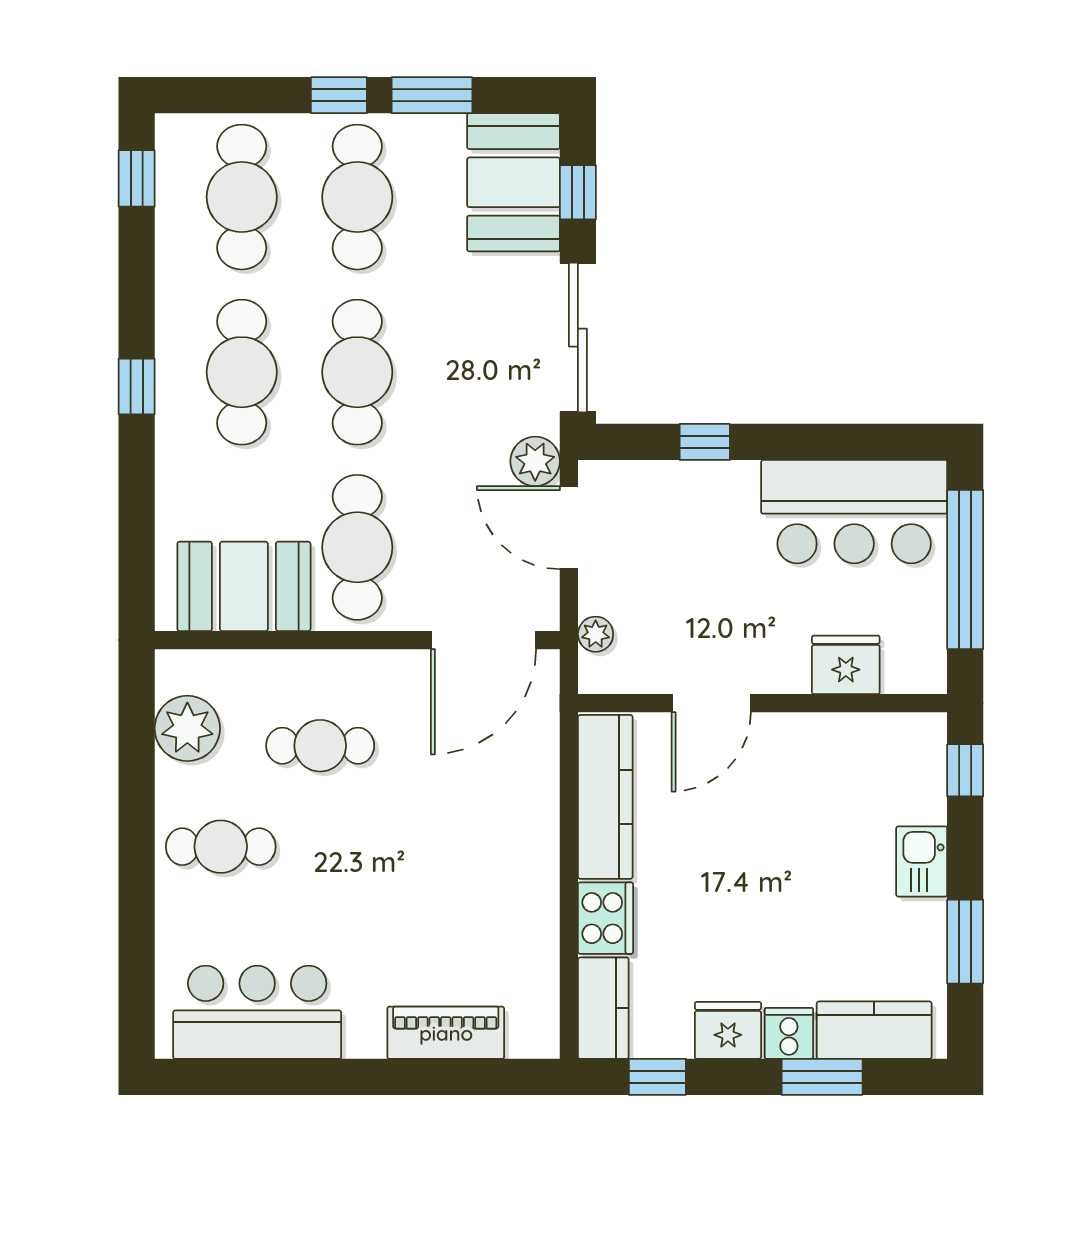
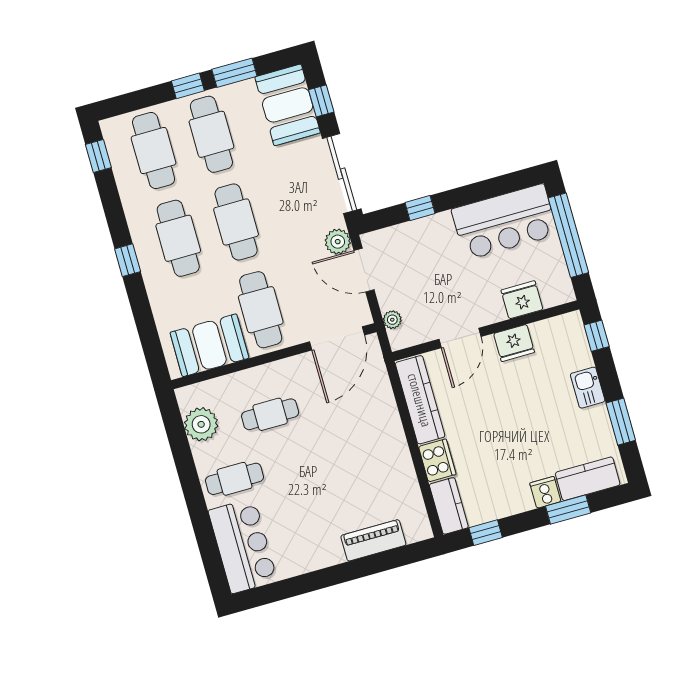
bar counter: (257, 1012) -> (243, 546), moved, turned 90
fridge: (728, 1030) -> (514, 343), moved, turned 180

